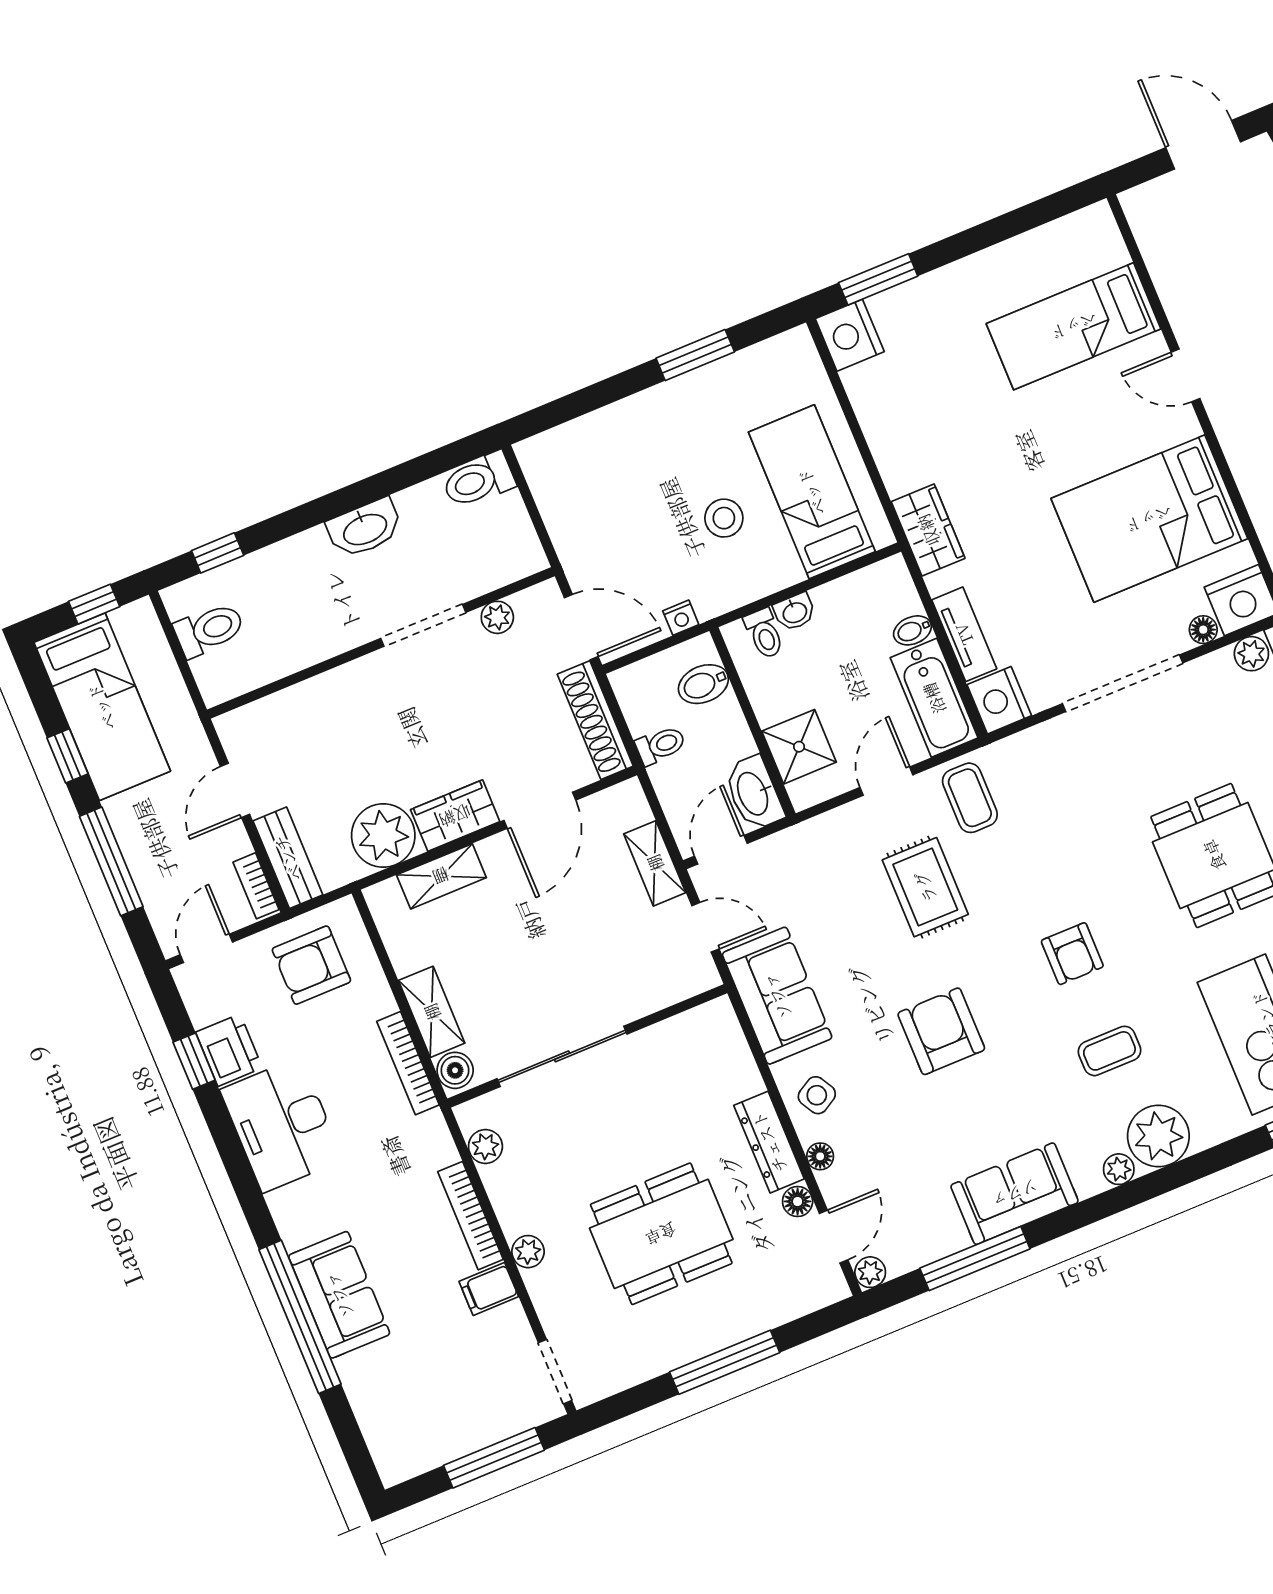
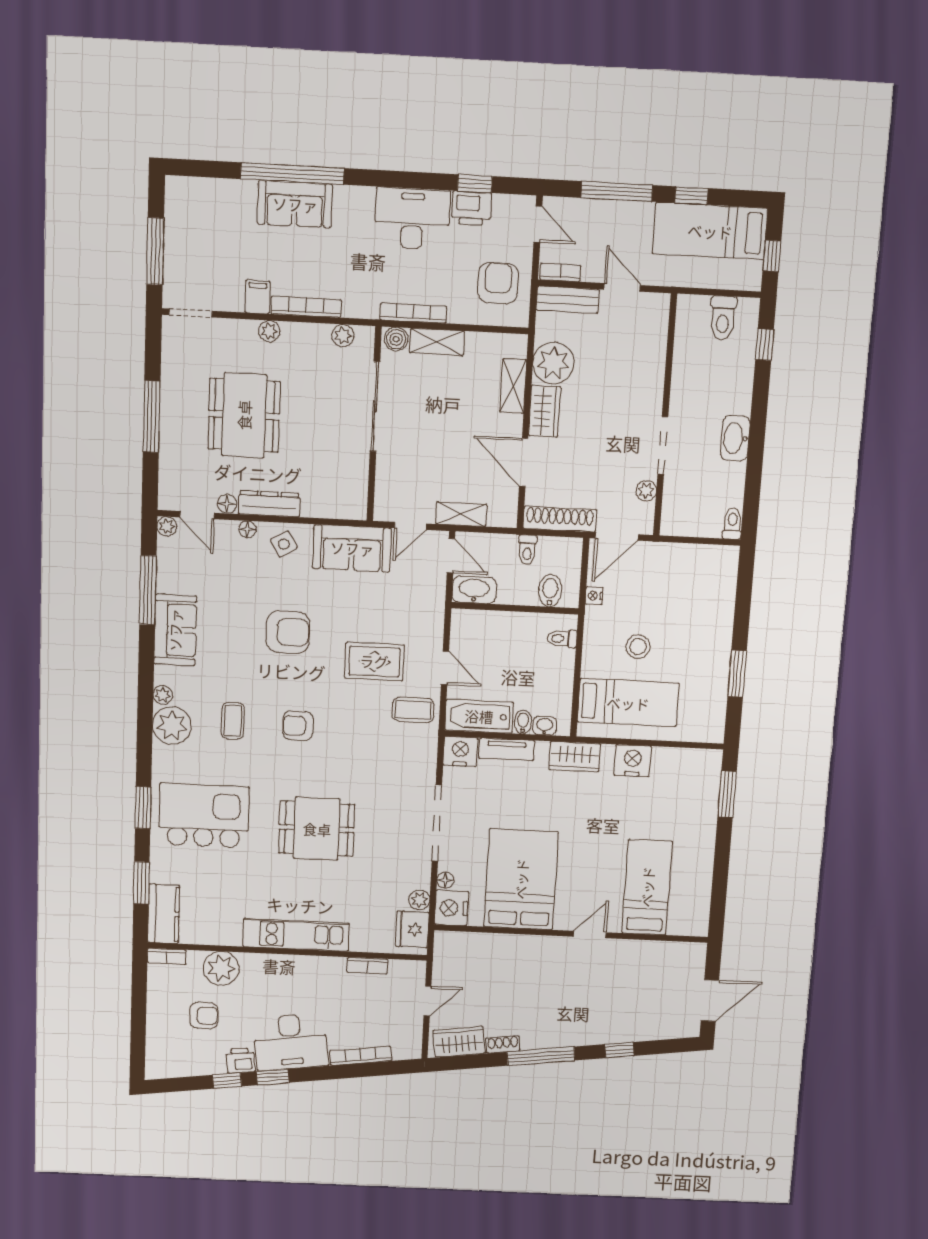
nightstand: (850, 335) -> (633, 761), moved
toilet: (479, 480) -> (732, 524), width x0.73, depth x0.72
washbasin: (795, 612) -> (545, 726), moved, turned 90
shower: (799, 747) -> (488, 628), removed

